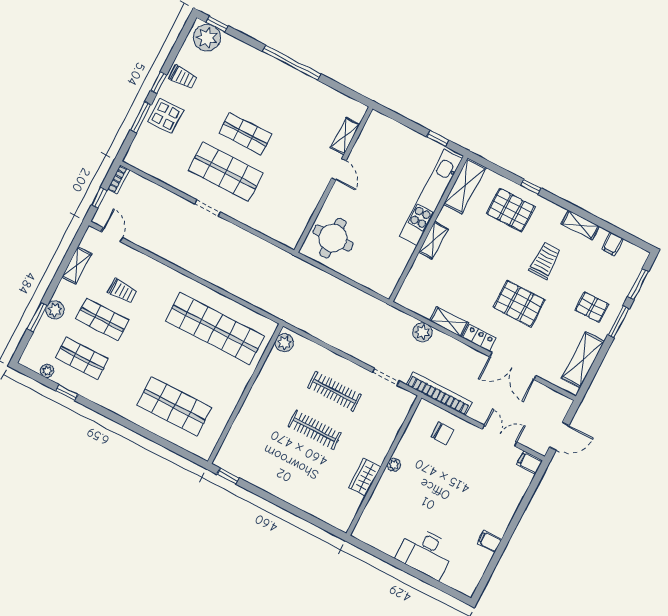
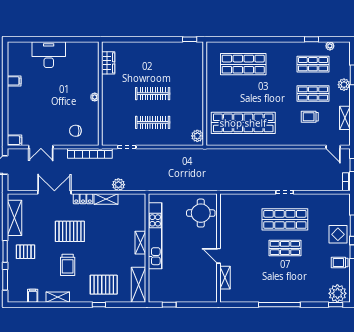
kitchen unit: (431, 197) -> (155, 236), moved
wardrobe: (365, 477) -> (108, 63), moved

